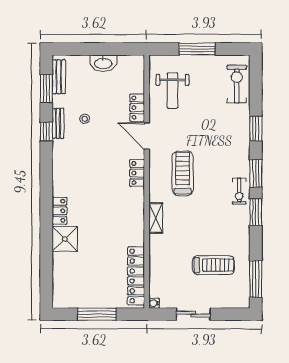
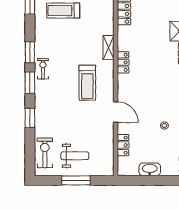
exercise bike: (237, 84) -> (45, 153), turned 180
weight bench: (172, 90) -> (75, 156), moved, turned 90
locker: (137, 108) -> (123, 145), moved
locker: (137, 173) -> (123, 62), moved

